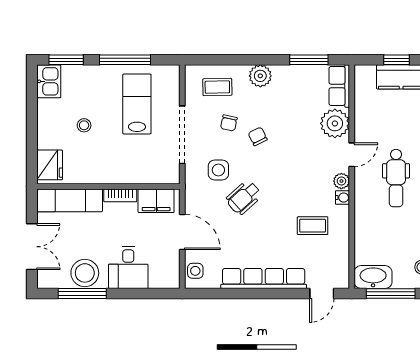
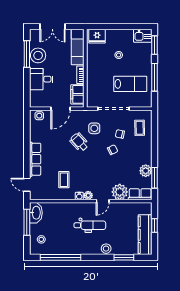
plant: (260, 76) -> (146, 171), moved
door: (352, 155) -> (103, 201), hinge flipped
dental chair: (396, 178) -> (90, 225), turned 180
row of seats: (264, 278) -> (35, 159), width x0.73

